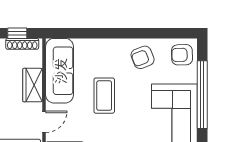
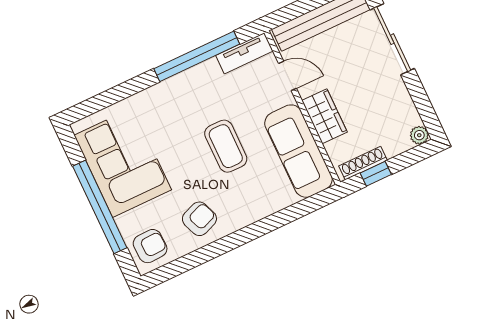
door: (44, 122) -> (287, 76), swing flipped

